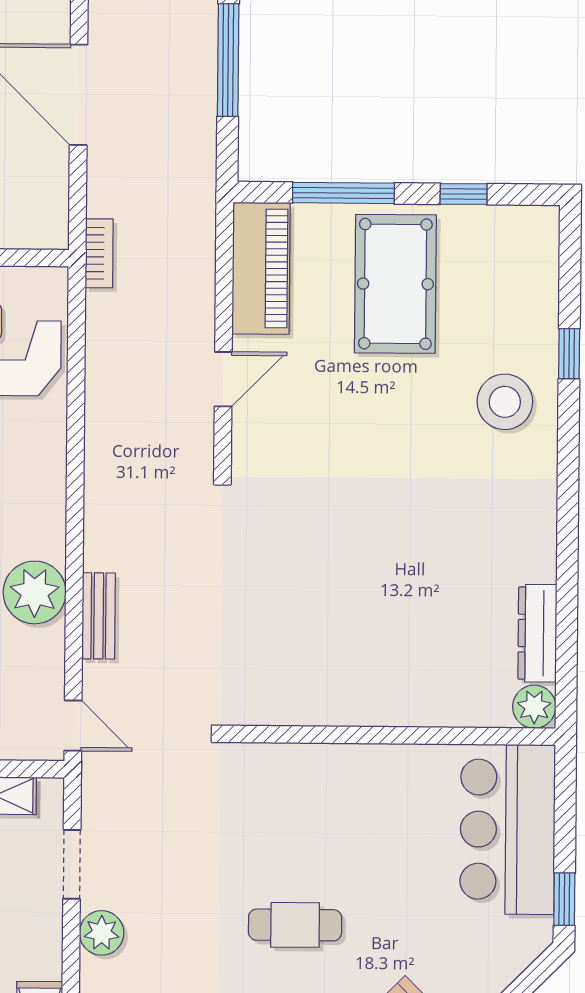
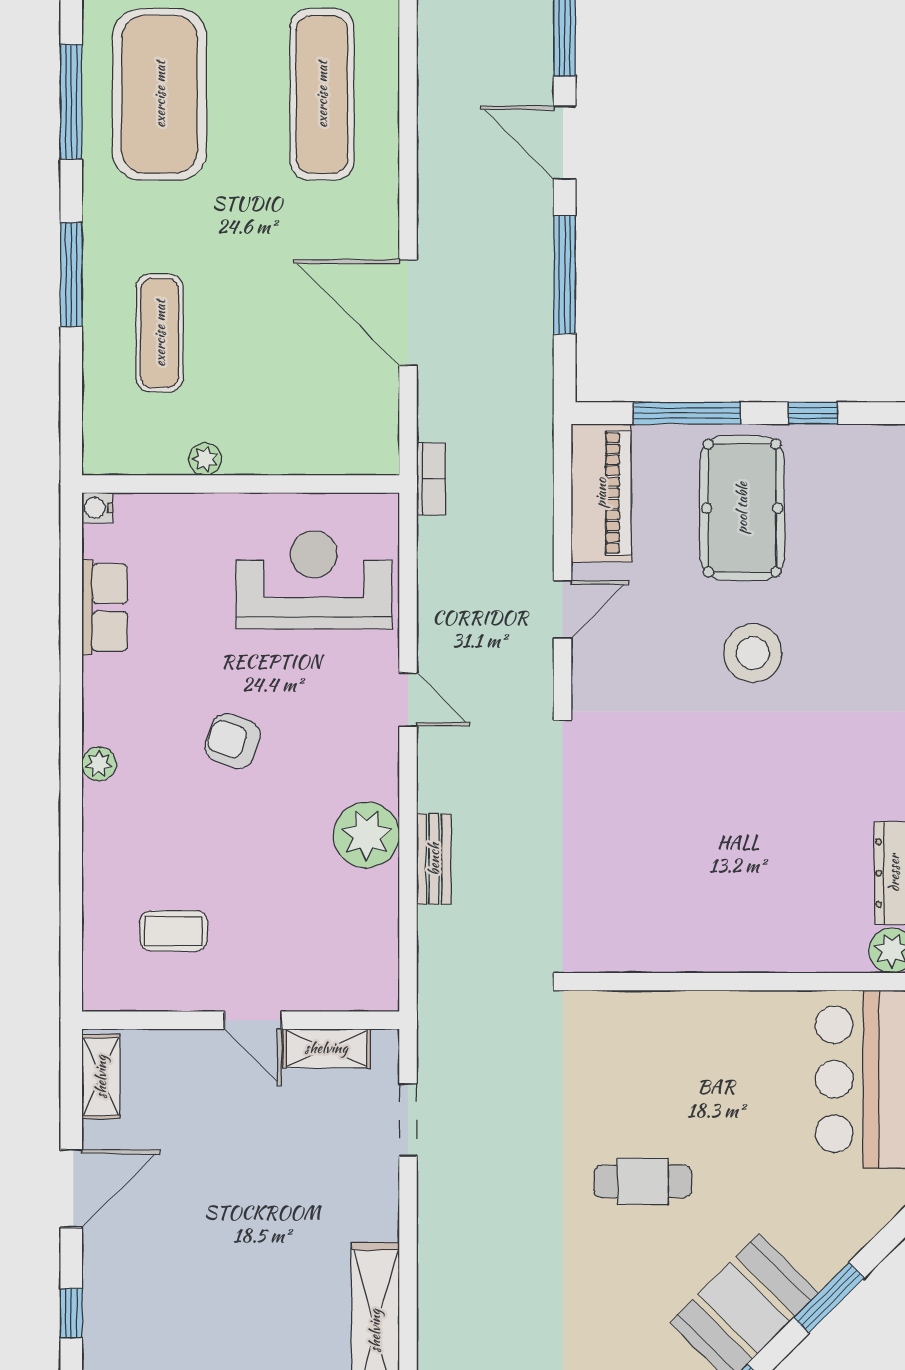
stool: (505, 402) -> (753, 653), moved
door: (73, 726) -> (408, 699), moved
plant: (102, 933) -> (440, 1192), removed

